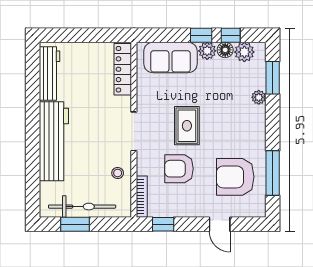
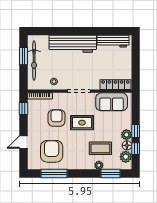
sofa: (170, 57) -> (112, 102), moved, turned -90
coffee table: (230, 95) -> (100, 148), added

